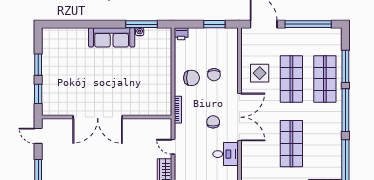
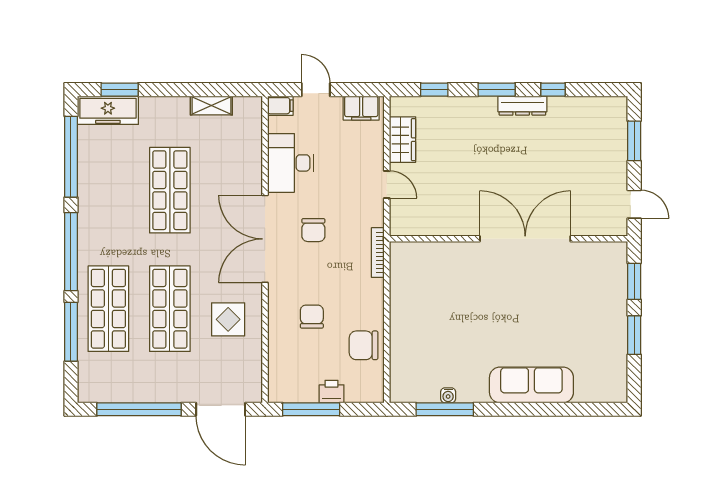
window: (214, 24) -> (311, 409), width x1.44
printer: (181, 34) -> (332, 392), moved
sofa: (112, 37) -> (531, 385), moved
chair: (192, 78) -> (364, 345), moved
desk: (226, 154) -> (291, 163), width x1.37

